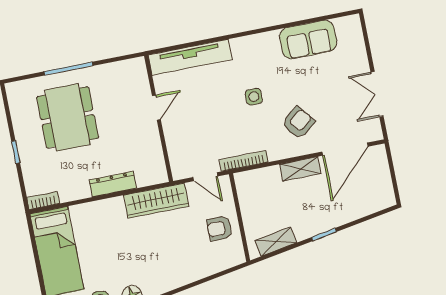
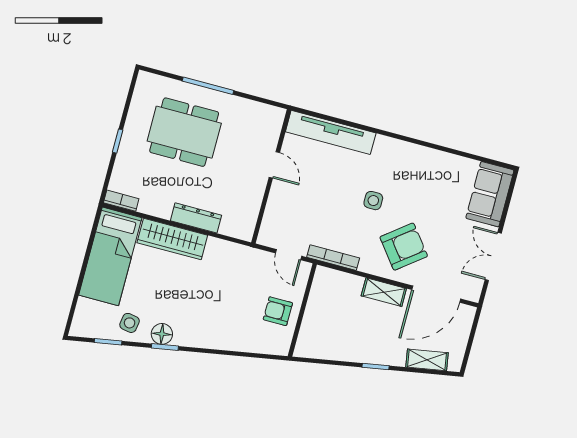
sofa: (308, 40) -> (490, 194), moved, turned 90
door: (156, 108) -> (274, 165), hinge flipped
dining table: (68, 117) -> (184, 132), turned 90
armchair: (298, 123) -> (404, 247), width x1.38, depth x1.38
wardrobe: (156, 201) -> (172, 239), moved
shelving: (276, 242) -> (427, 360), moved

